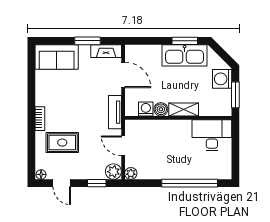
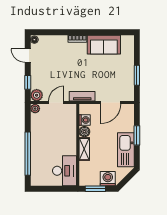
window: (185, 41) -> (137, 135), moved
fireplace: (106, 51) -> (129, 90), removed
sofa: (57, 57) -> (104, 45), moved, turned -90
rug: (62, 143) -> (59, 56), removed
door: (62, 183) -> (28, 56), hinge flipped

